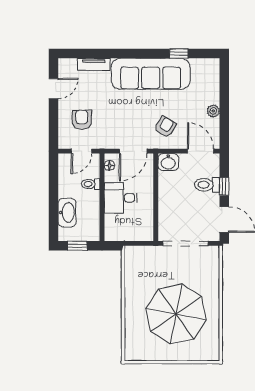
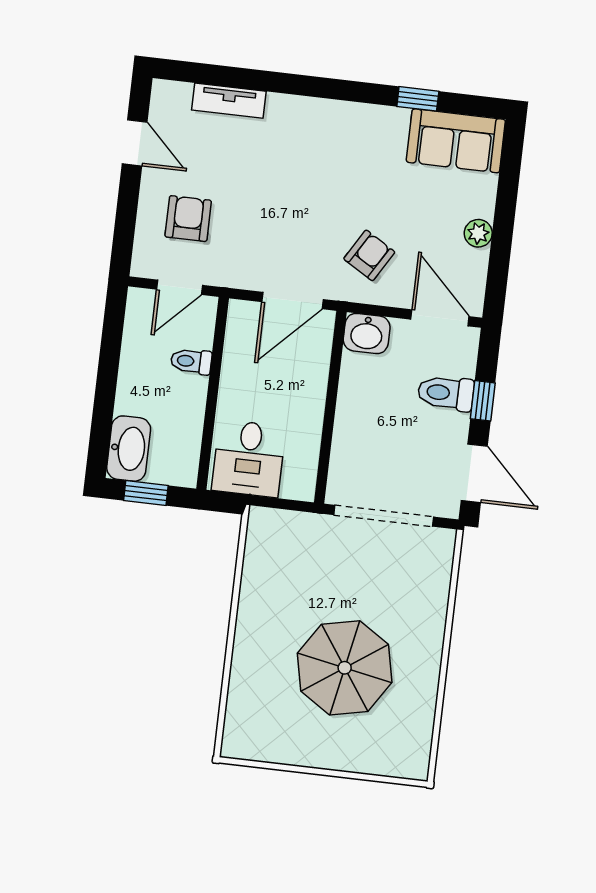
sofa: (151, 74) -> (456, 141), moved, width x0.54, depth x0.79
door: (54, 88) -> (135, 143), hinge flipped
floor lamp: (109, 165) -> (237, 326), removed
desk: (121, 198) -> (249, 458), moved, turned -90
washbasin: (67, 213) -> (129, 449), moved
parasol: (176, 314) -> (345, 668), width x0.73, depth x0.73

